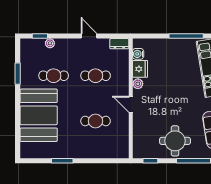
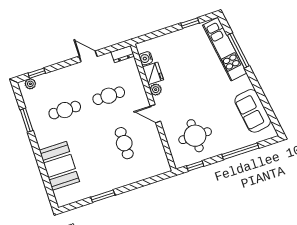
window: (186, 36) -> (190, 23), width x0.46
plant: (50, 43) -> (30, 84), moved
booth: (39, 115) -> (59, 166), width x0.73, depth x0.70
cafe table: (96, 121) -> (124, 143), turned 90
round table: (175, 141) -> (195, 136), moved

